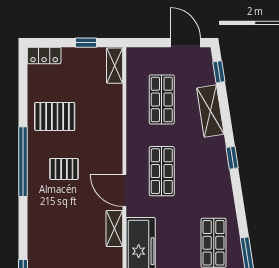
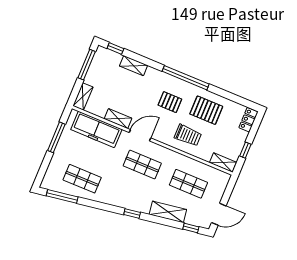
pallet: (55, 116) -> (206, 110), turned 90
trolley: (98, 127) -> (188, 135), added
pallet: (64, 169) -> (170, 102), turned 90
shelving: (36, 237) -> (134, 66), added

